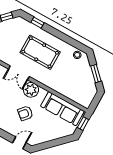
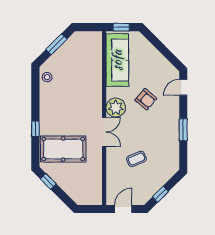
window: (38, 23) -> (35, 129), moved
pool table: (40, 52) -> (63, 149), moved, turned 90
door: (19, 143) -> (183, 87), hinge flipped

